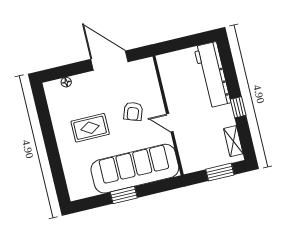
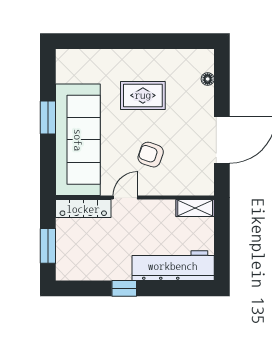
rug: (90, 128) -> (143, 95), turned 90
shelving: (233, 141) -> (195, 208), moved
locker: (186, 152) -> (83, 209), added

